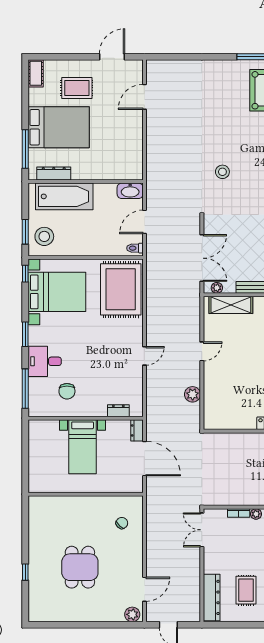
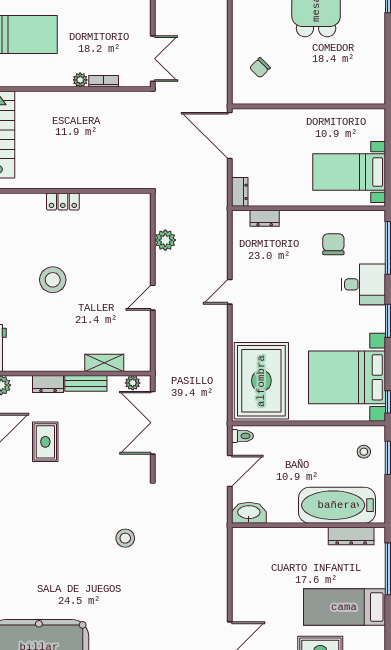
bed: (59, 127) -> (344, 607), width x0.67
stool: (44, 236) -> (364, 452), width x0.53, depth x0.53
shelving: (231, 305) -> (104, 363), width x0.67, depth x0.75
bed with nightstands: (83, 447) -> (349, 172), moved, turned -90
door: (144, 459) -> (230, 135), moved

